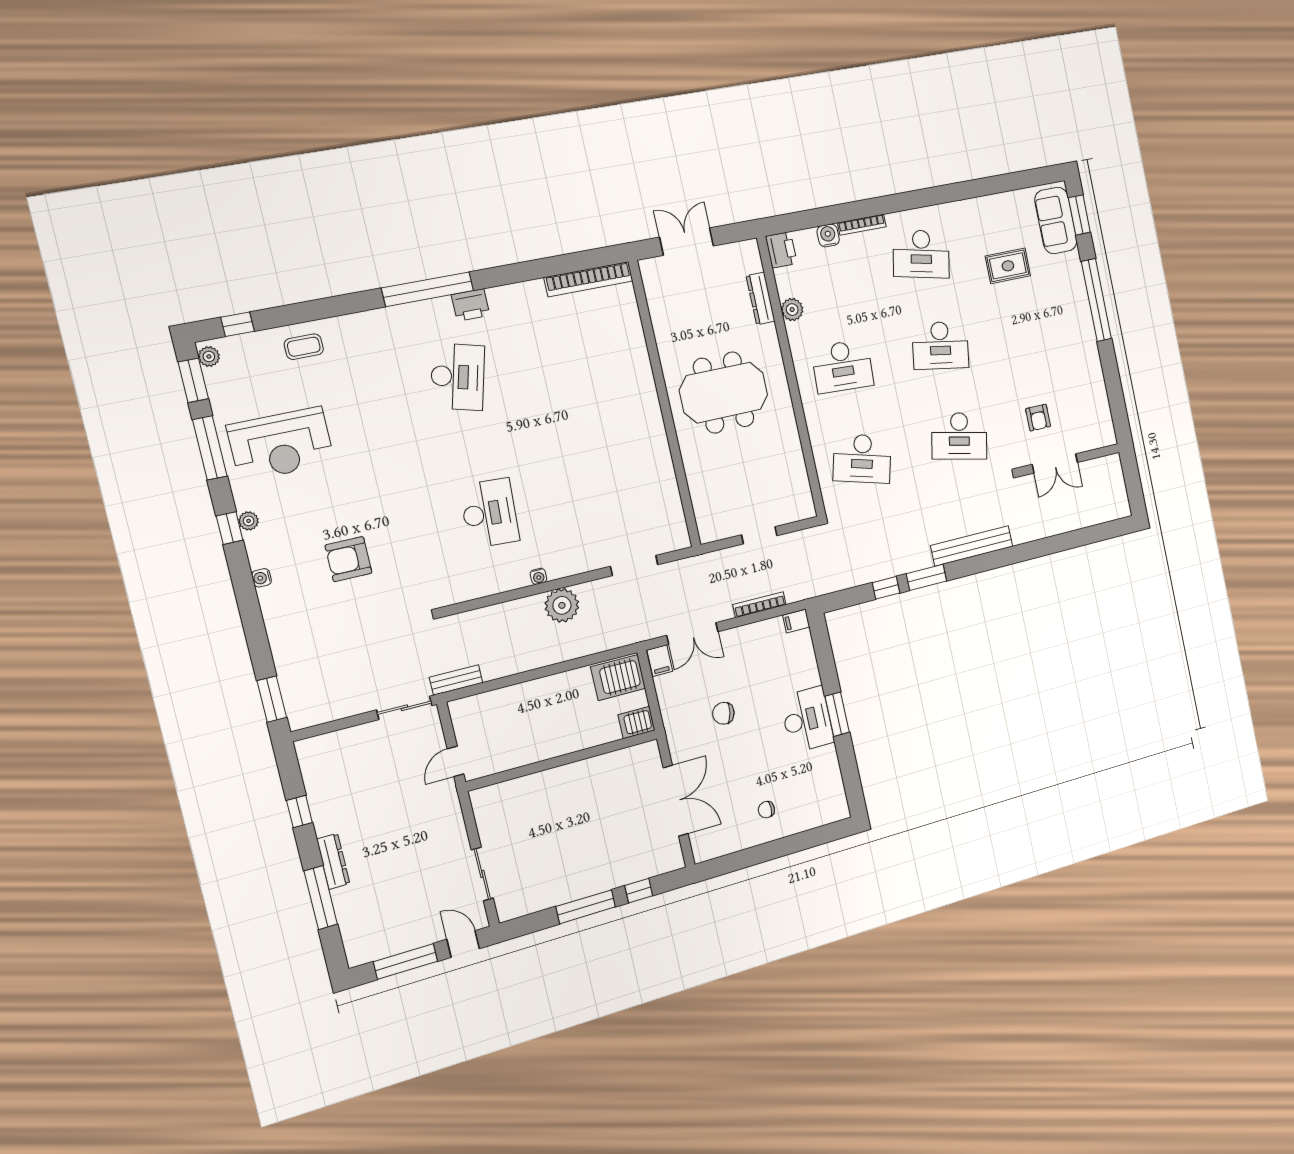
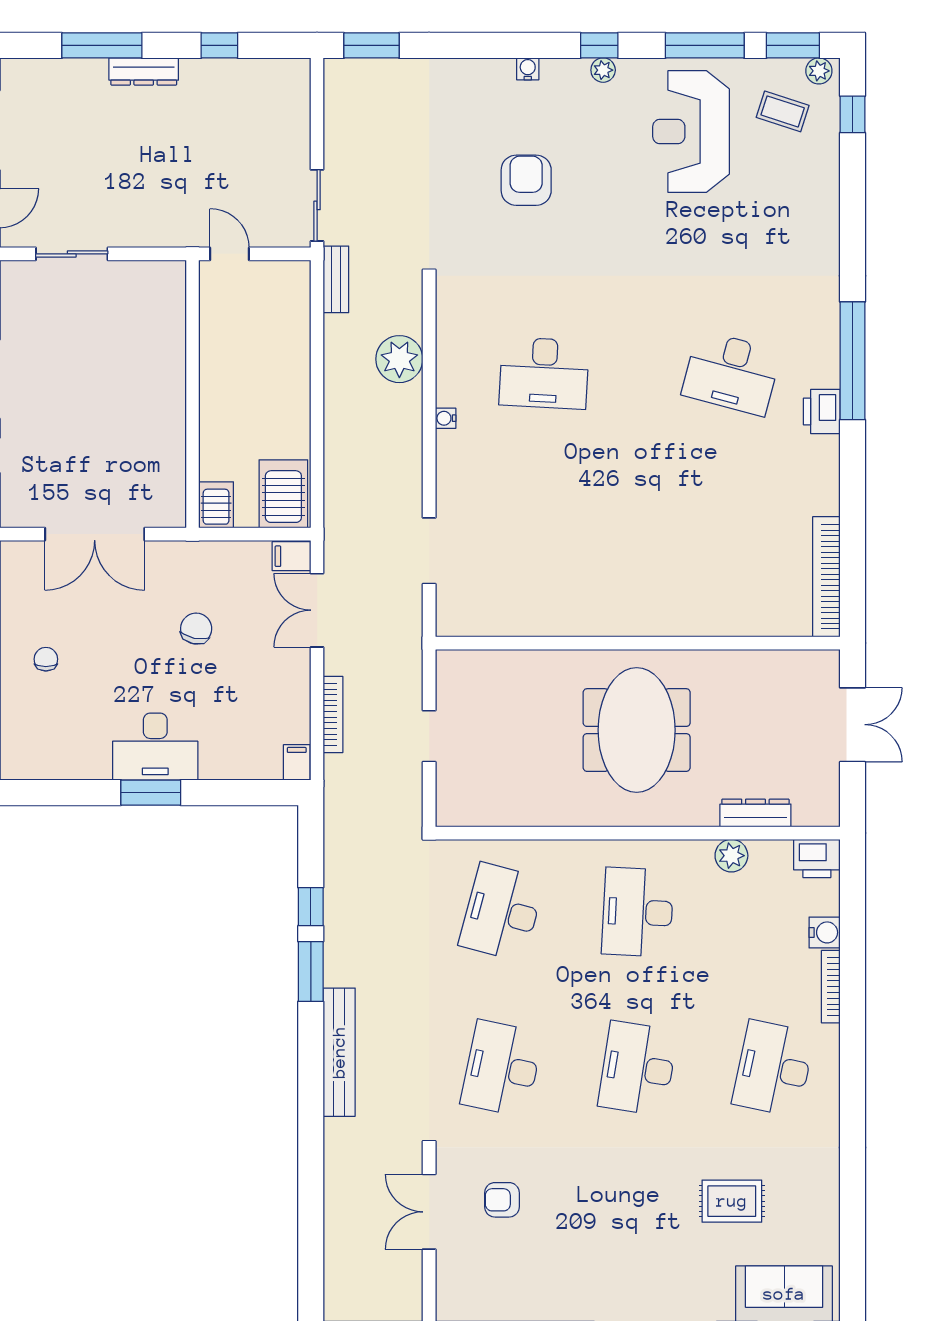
rug: (1008, 266) -> (732, 1201), turned 90
coffee table: (304, 347) -> (783, 111), moved, turned -72
plant: (562, 605) -> (399, 359), moved

